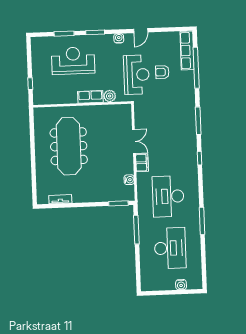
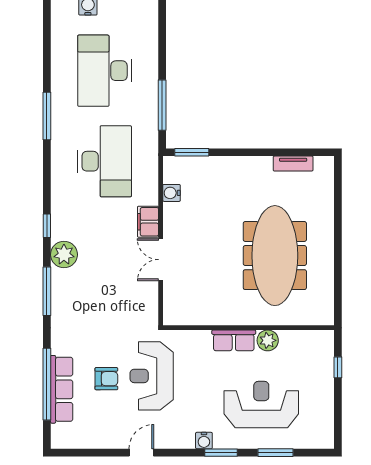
water cooler: (119, 38) -> (204, 441), moved
row of seats: (187, 50) -> (62, 389), moved
reception desk: (73, 61) -> (261, 405), turned 180
plant: (110, 96) -> (268, 340), moved
plant: (189, 142) -> (64, 255), added

